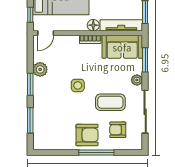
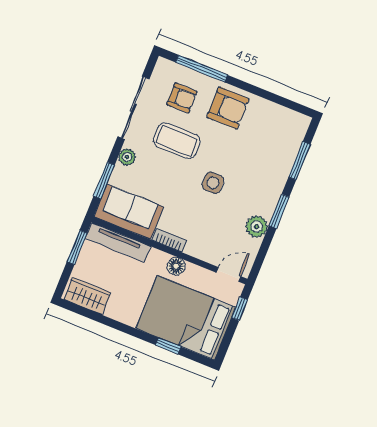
floor lamp: (93, 25) -> (176, 266), moved
armchair: (87, 135) -> (228, 108), turned 180
window: (96, 153) -> (201, 69), moved

